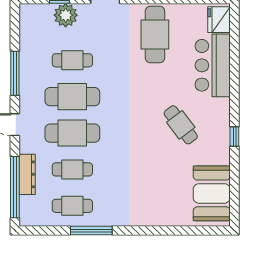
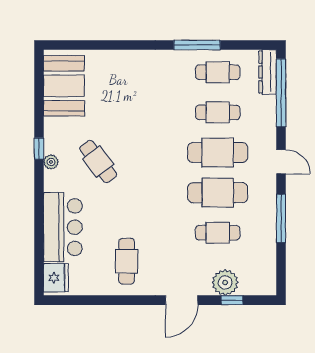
cafe table: (155, 34) -> (127, 261), width x0.73, depth x0.74
plant: (224, 124) -> (51, 162), added
dresser: (27, 174) -> (268, 72), moved

